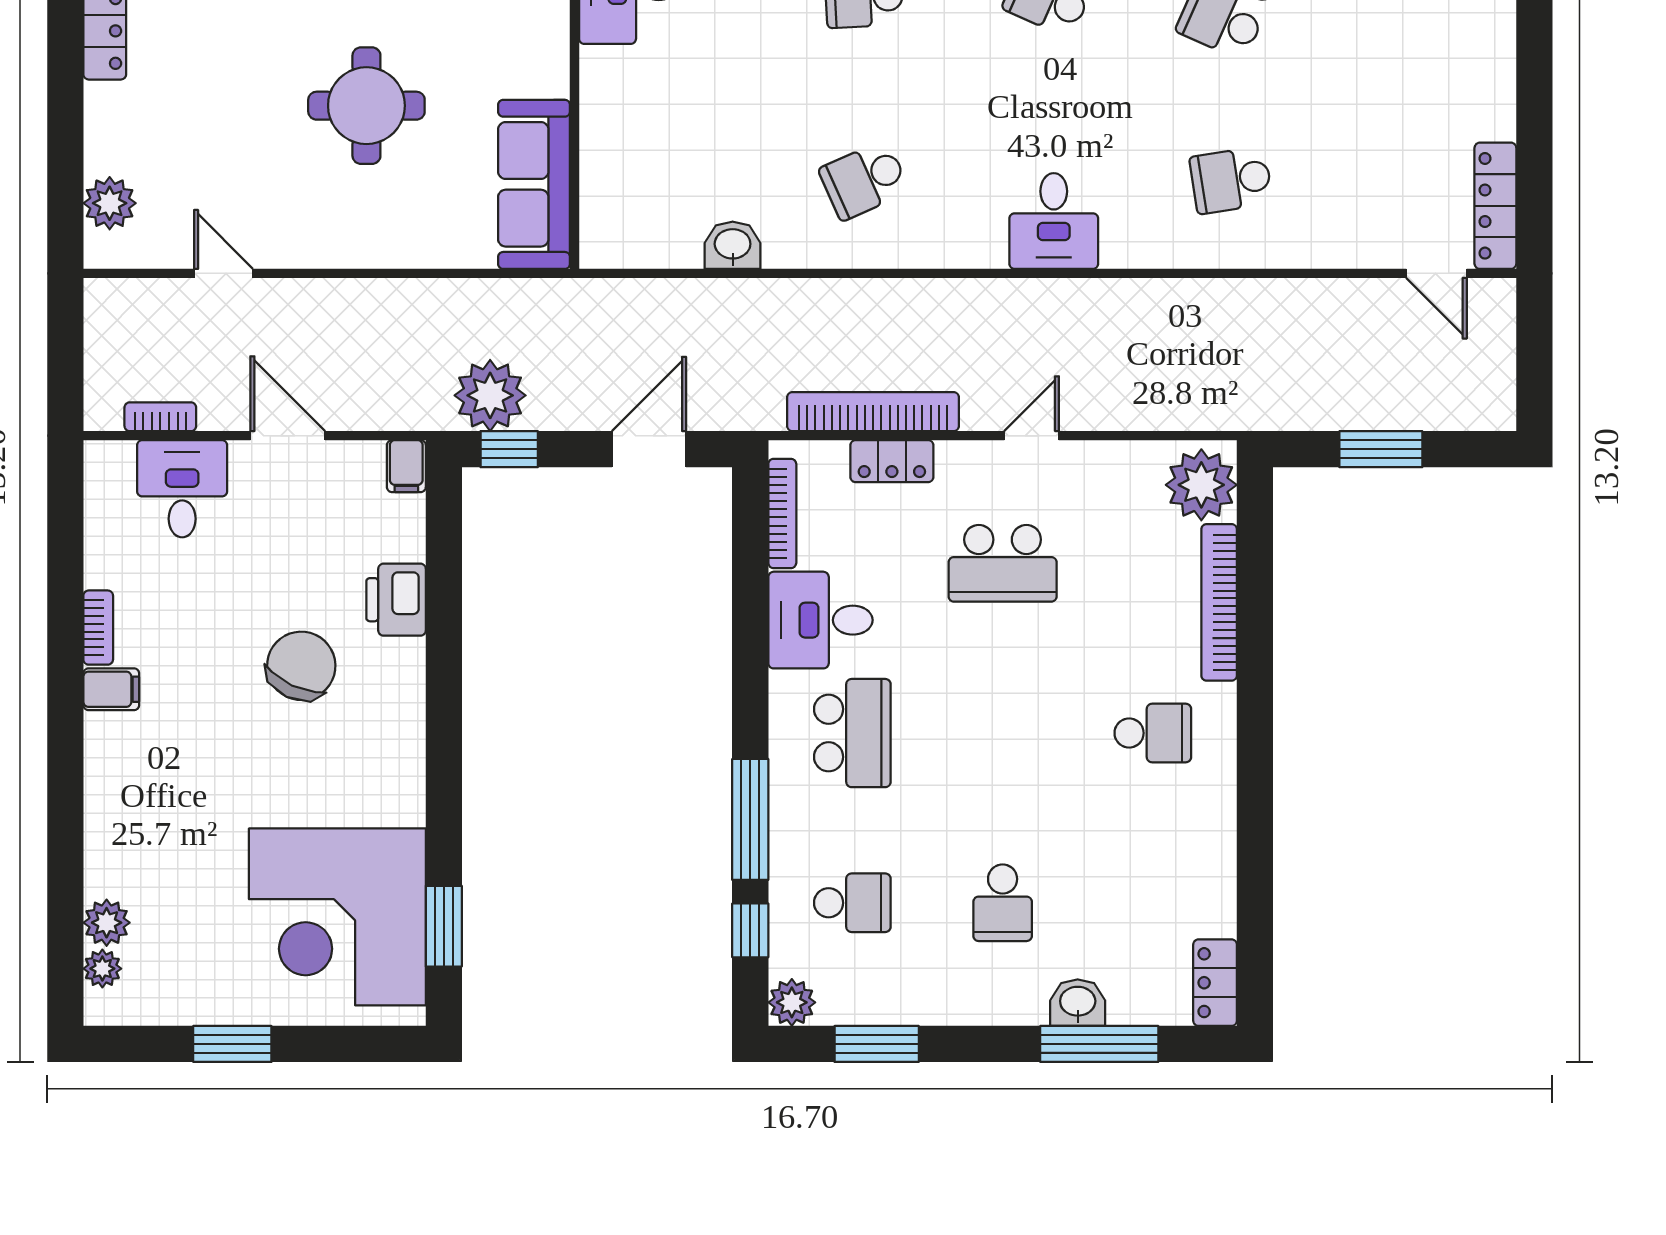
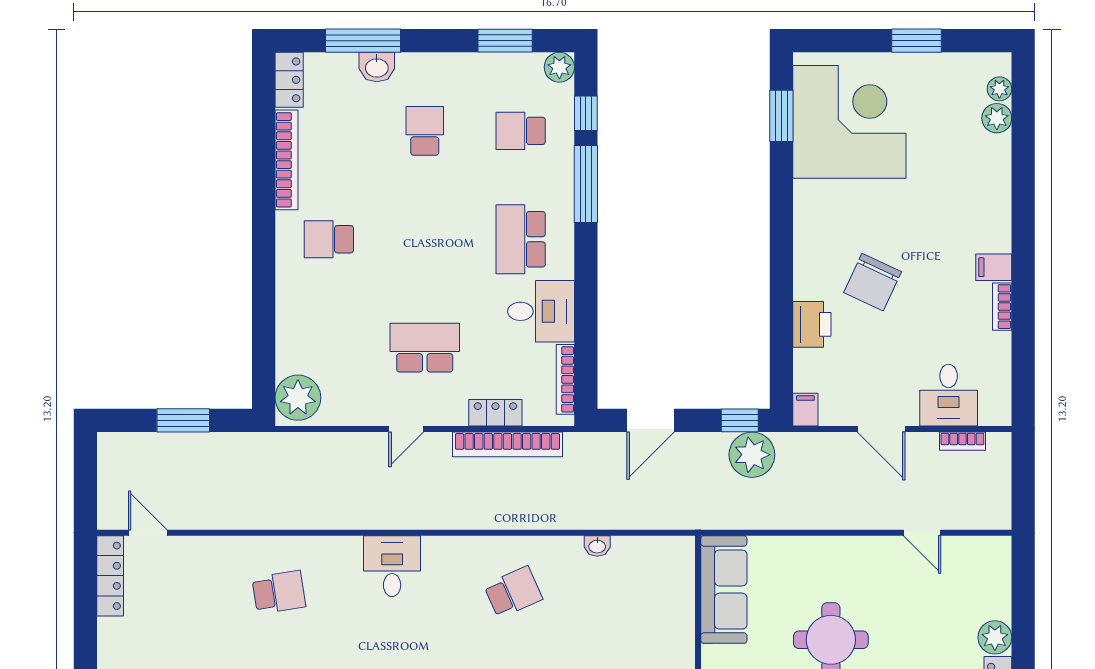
plant: (110, 203) -> (995, 637), moved
washbasin: (733, 245) -> (597, 546), width x0.72, depth x0.69
bookcase: (1219, 602) -> (287, 160), moved

